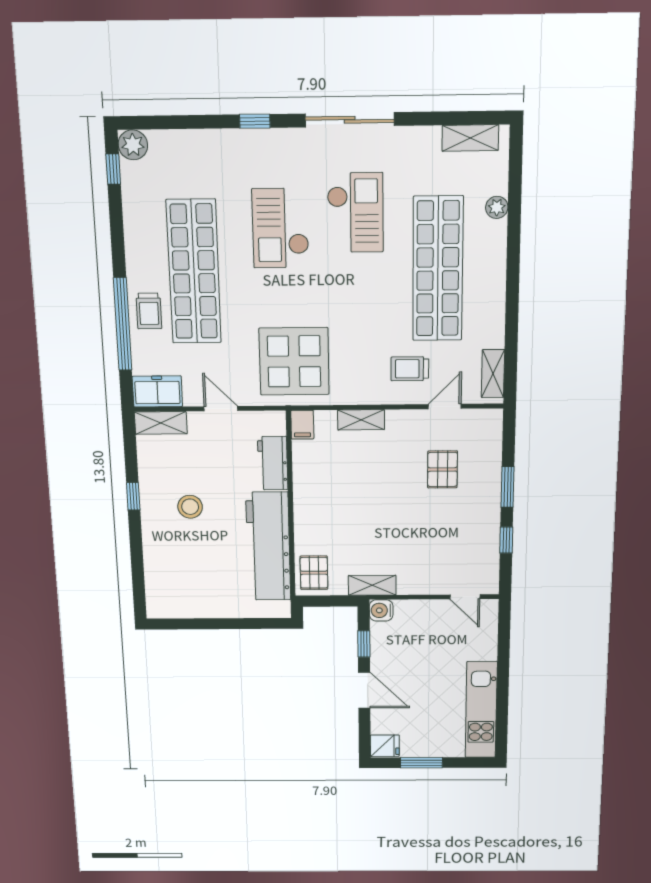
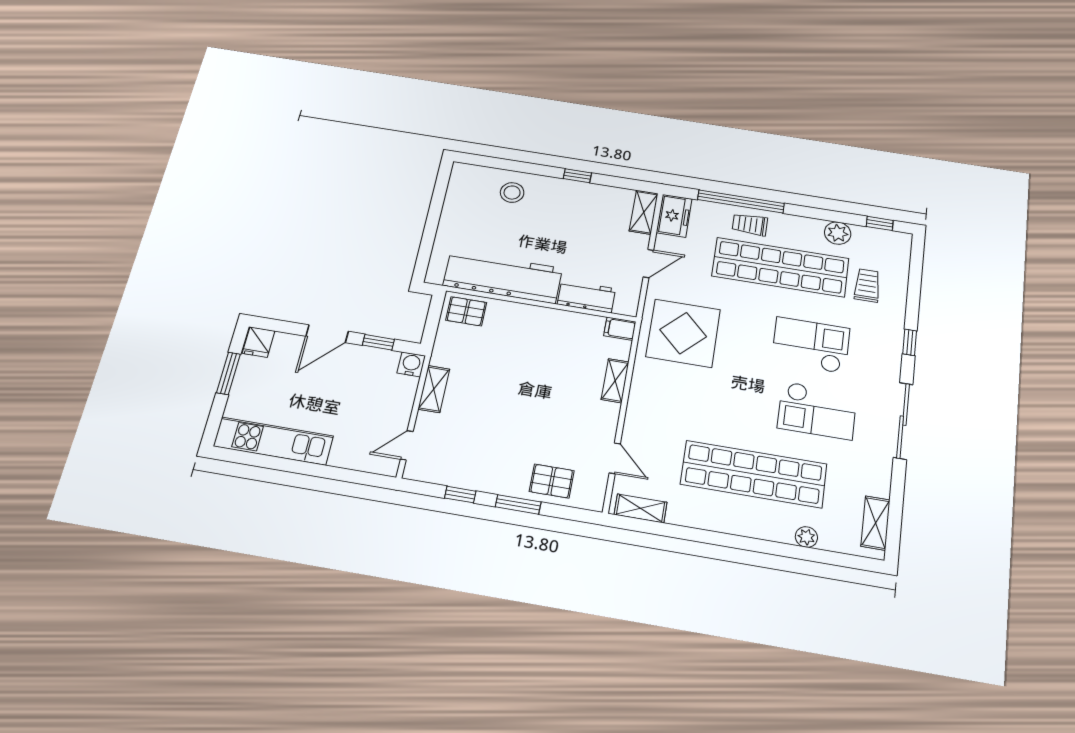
plant: (133, 145) -> (838, 233), moved
trolley: (410, 369) -> (867, 285), moved
pallet: (442, 469) -> (552, 481), moved
stool: (190, 507) -> (512, 192), moved
shelving: (372, 585) -> (434, 389), moved

